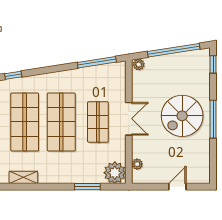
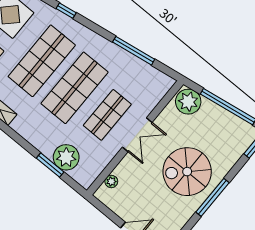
window: (97, 62) -> (134, 51), moved
plant: (139, 64) -> (188, 102), width x1.88, depth x1.88
plant: (115, 173) -> (66, 157), moved

